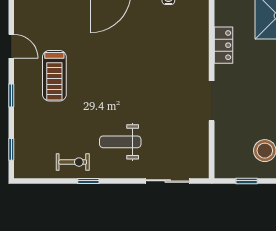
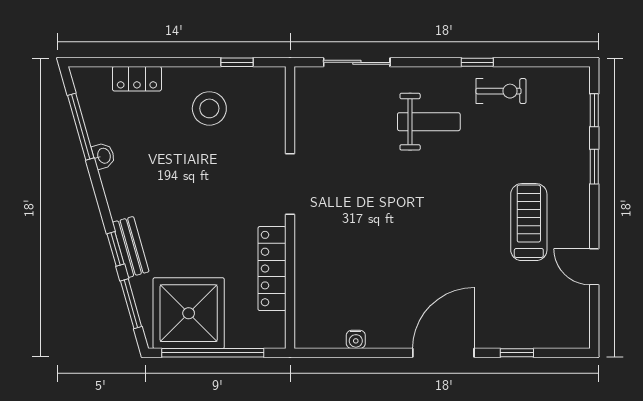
locker: (224, 45) -> (272, 269), width x1.53
window: (11, 96) -> (594, 167), moved
exercise bike: (73, 162) -> (501, 91), turned 180

